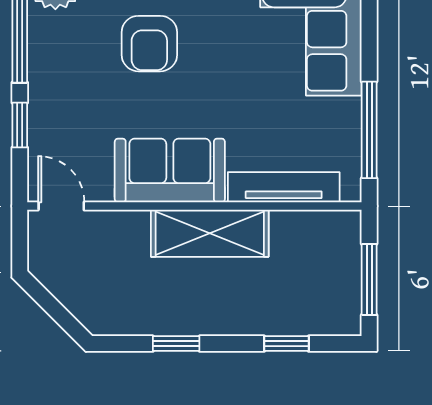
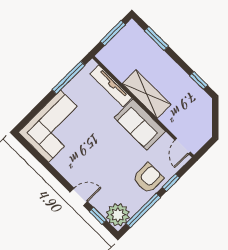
armchair: (149, 44) -> (148, 178), moved
window: (176, 344) -> (199, 80), moved
window: (286, 344) -> (156, 38), width x1.50

